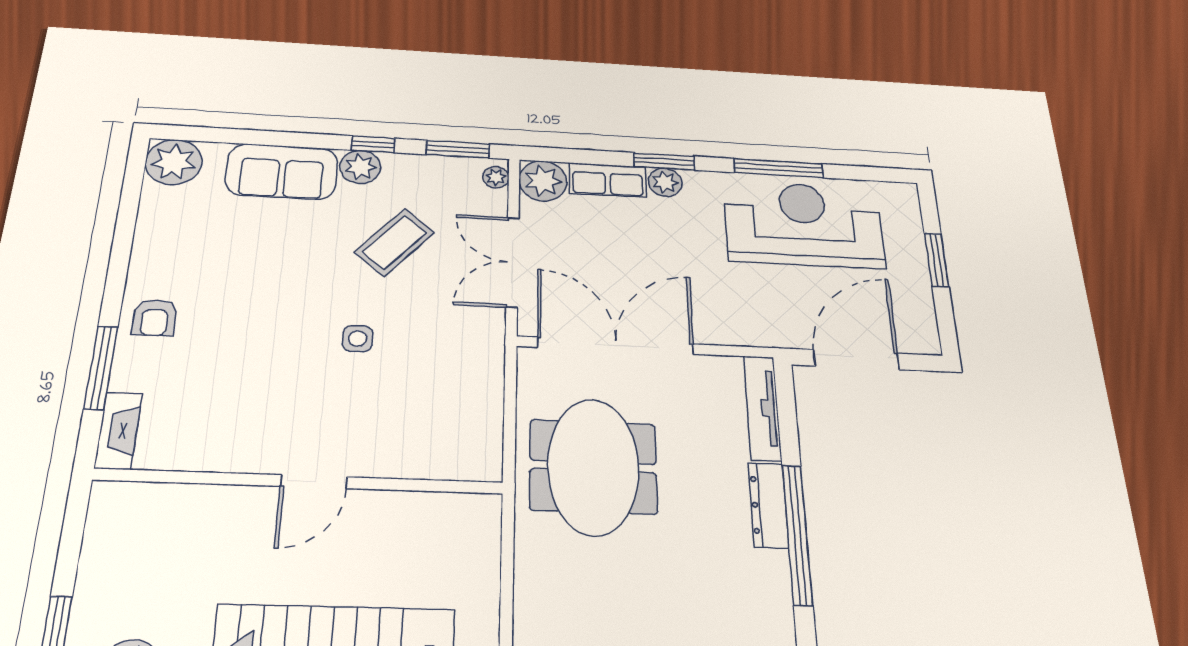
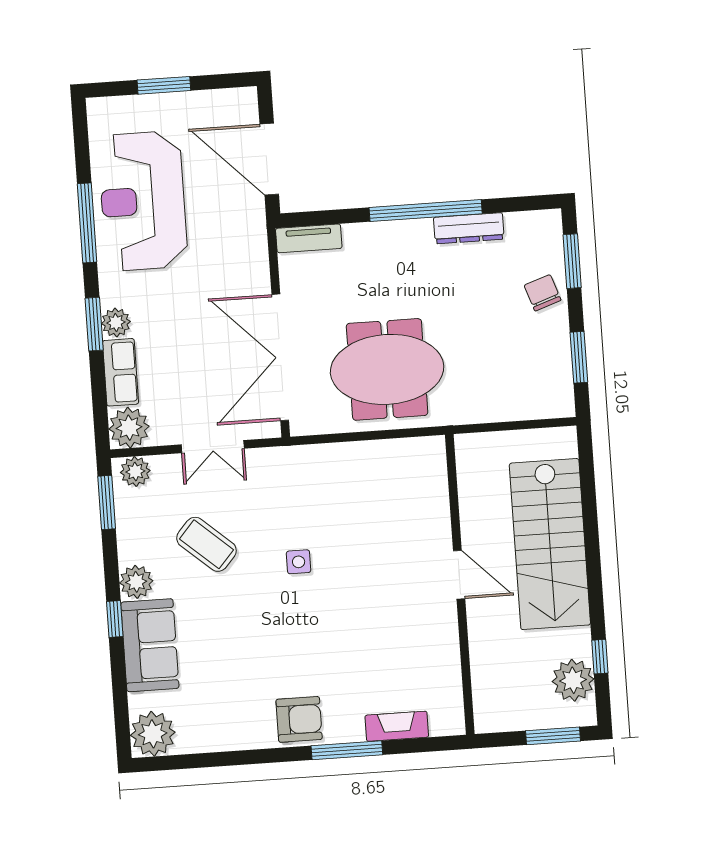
window: (373, 144) -> (115, 619), moved
plant: (496, 177) -> (135, 472), width x1.38, depth x1.38
double door: (512, 262) -> (213, 447), width x0.73
armchair: (155, 318) -> (299, 719), width x1.38, depth x1.38
tv unit: (762, 408) -> (309, 238), width x0.71
wall: (301, 481) -> (460, 584), moved
door: (314, 482) -> (459, 575), moved
dresser: (768, 505) -> (469, 228), moved

